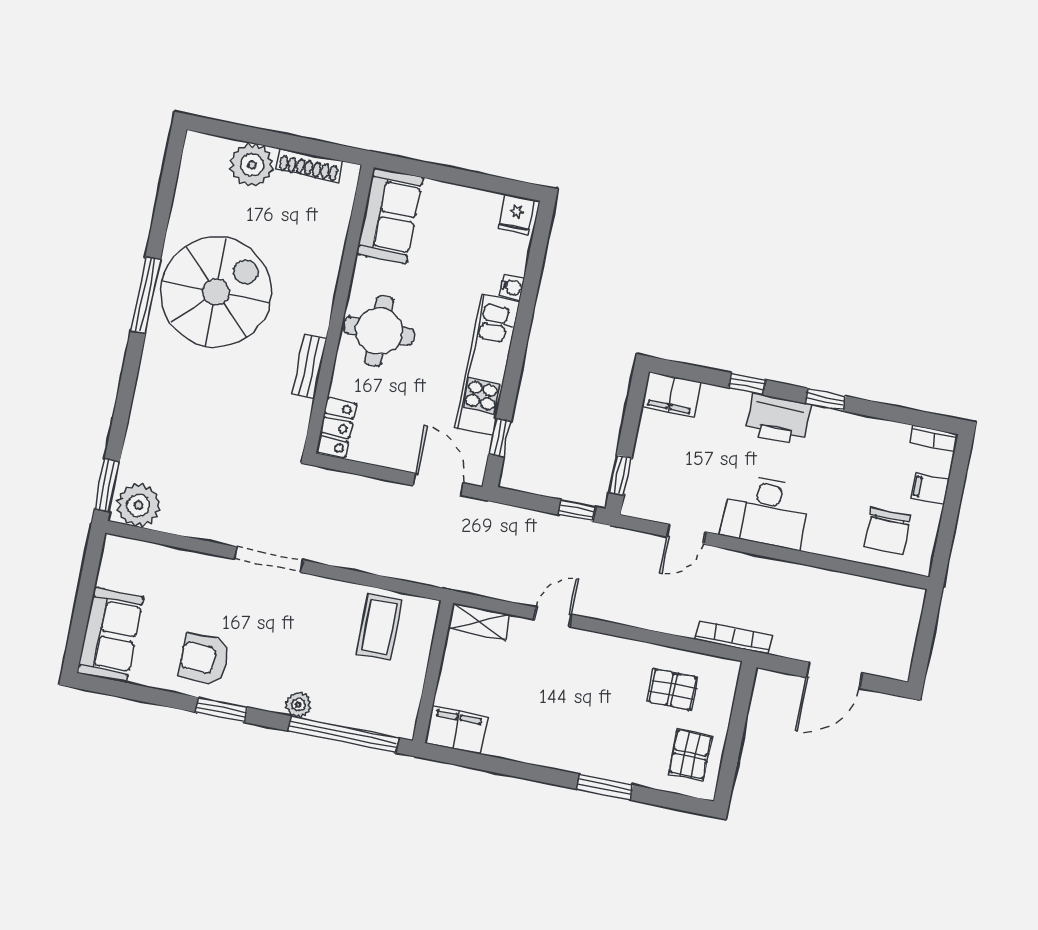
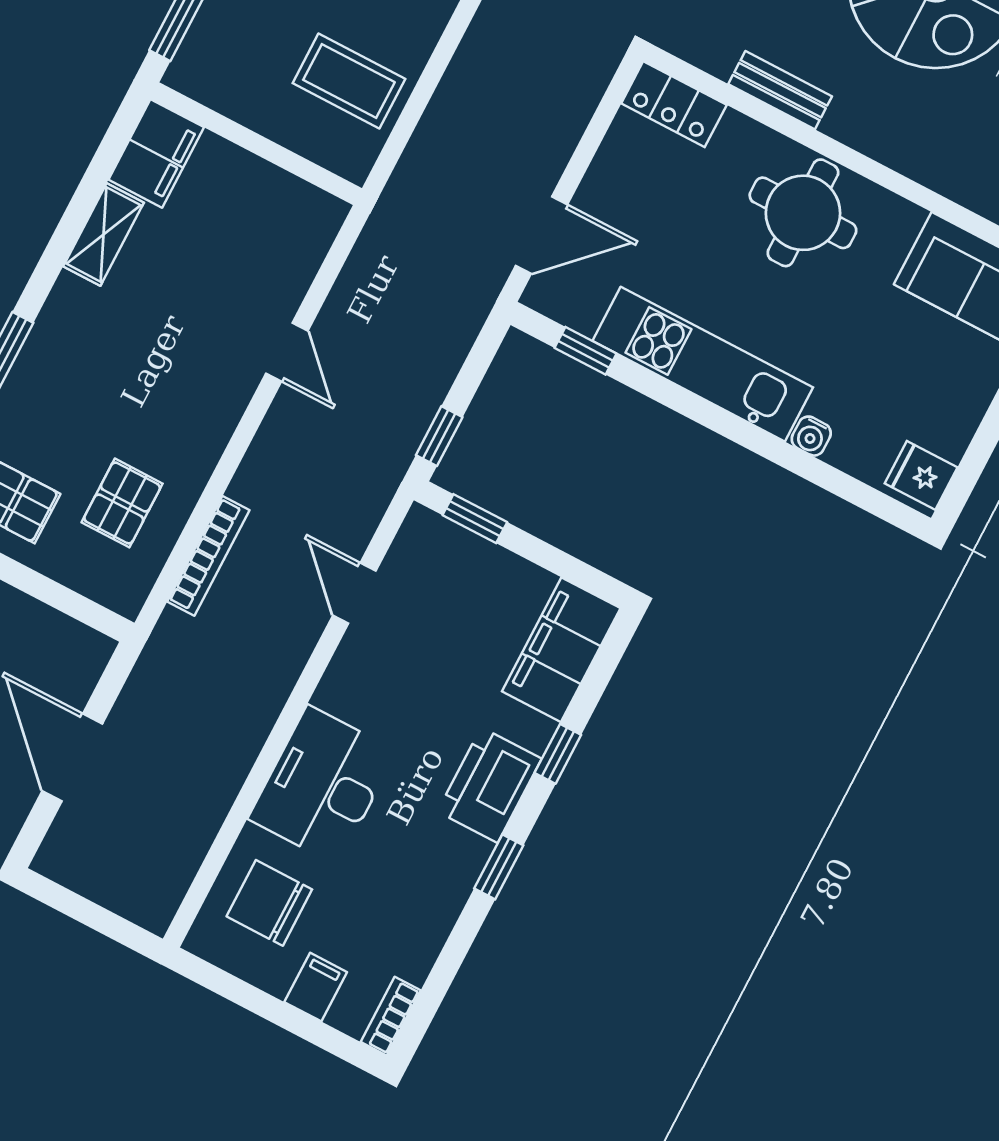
filing cabinet: (671, 394) -> (561, 650), width x1.50, depth x1.17
desk: (766, 512) -> (322, 785), moved
shelving: (479, 622) -> (104, 234), moved
bookcase: (733, 637) -> (208, 556), moved

